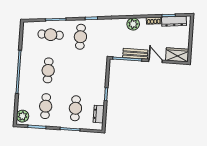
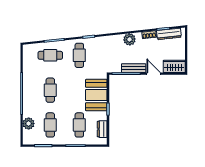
booth: (95, 79) -> (96, 95), added
plant: (23, 116) -> (29, 124), moved

